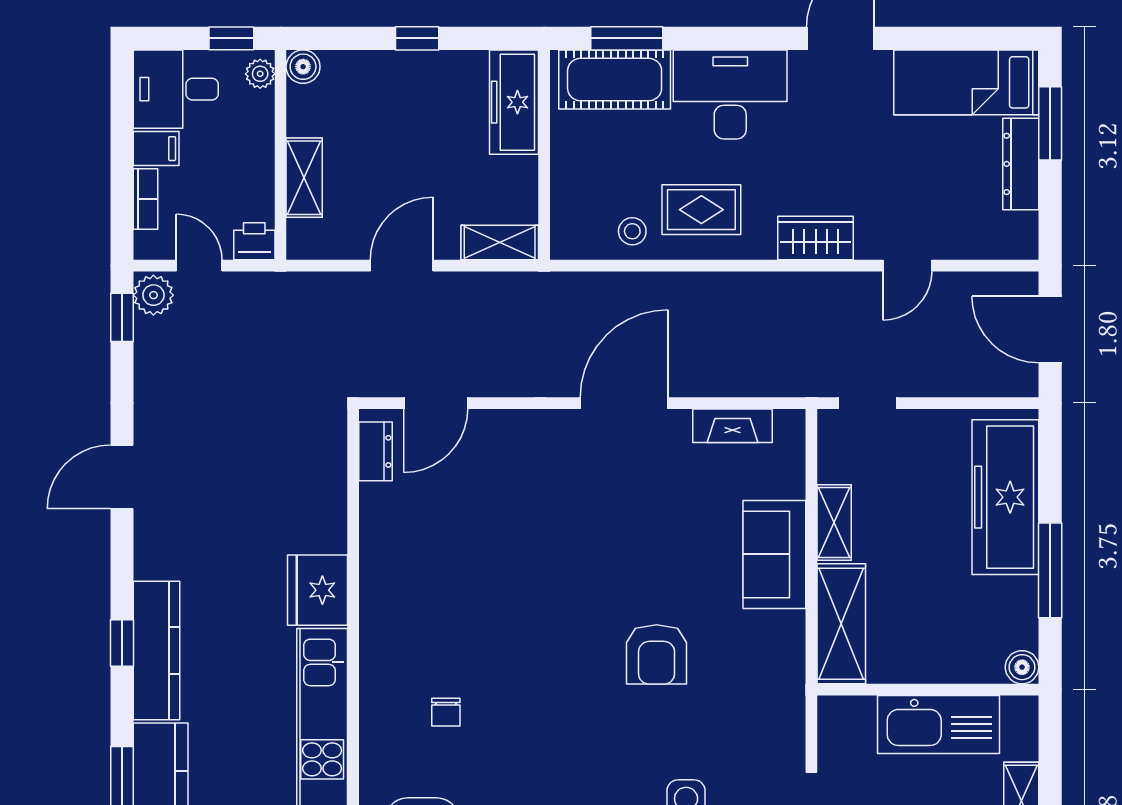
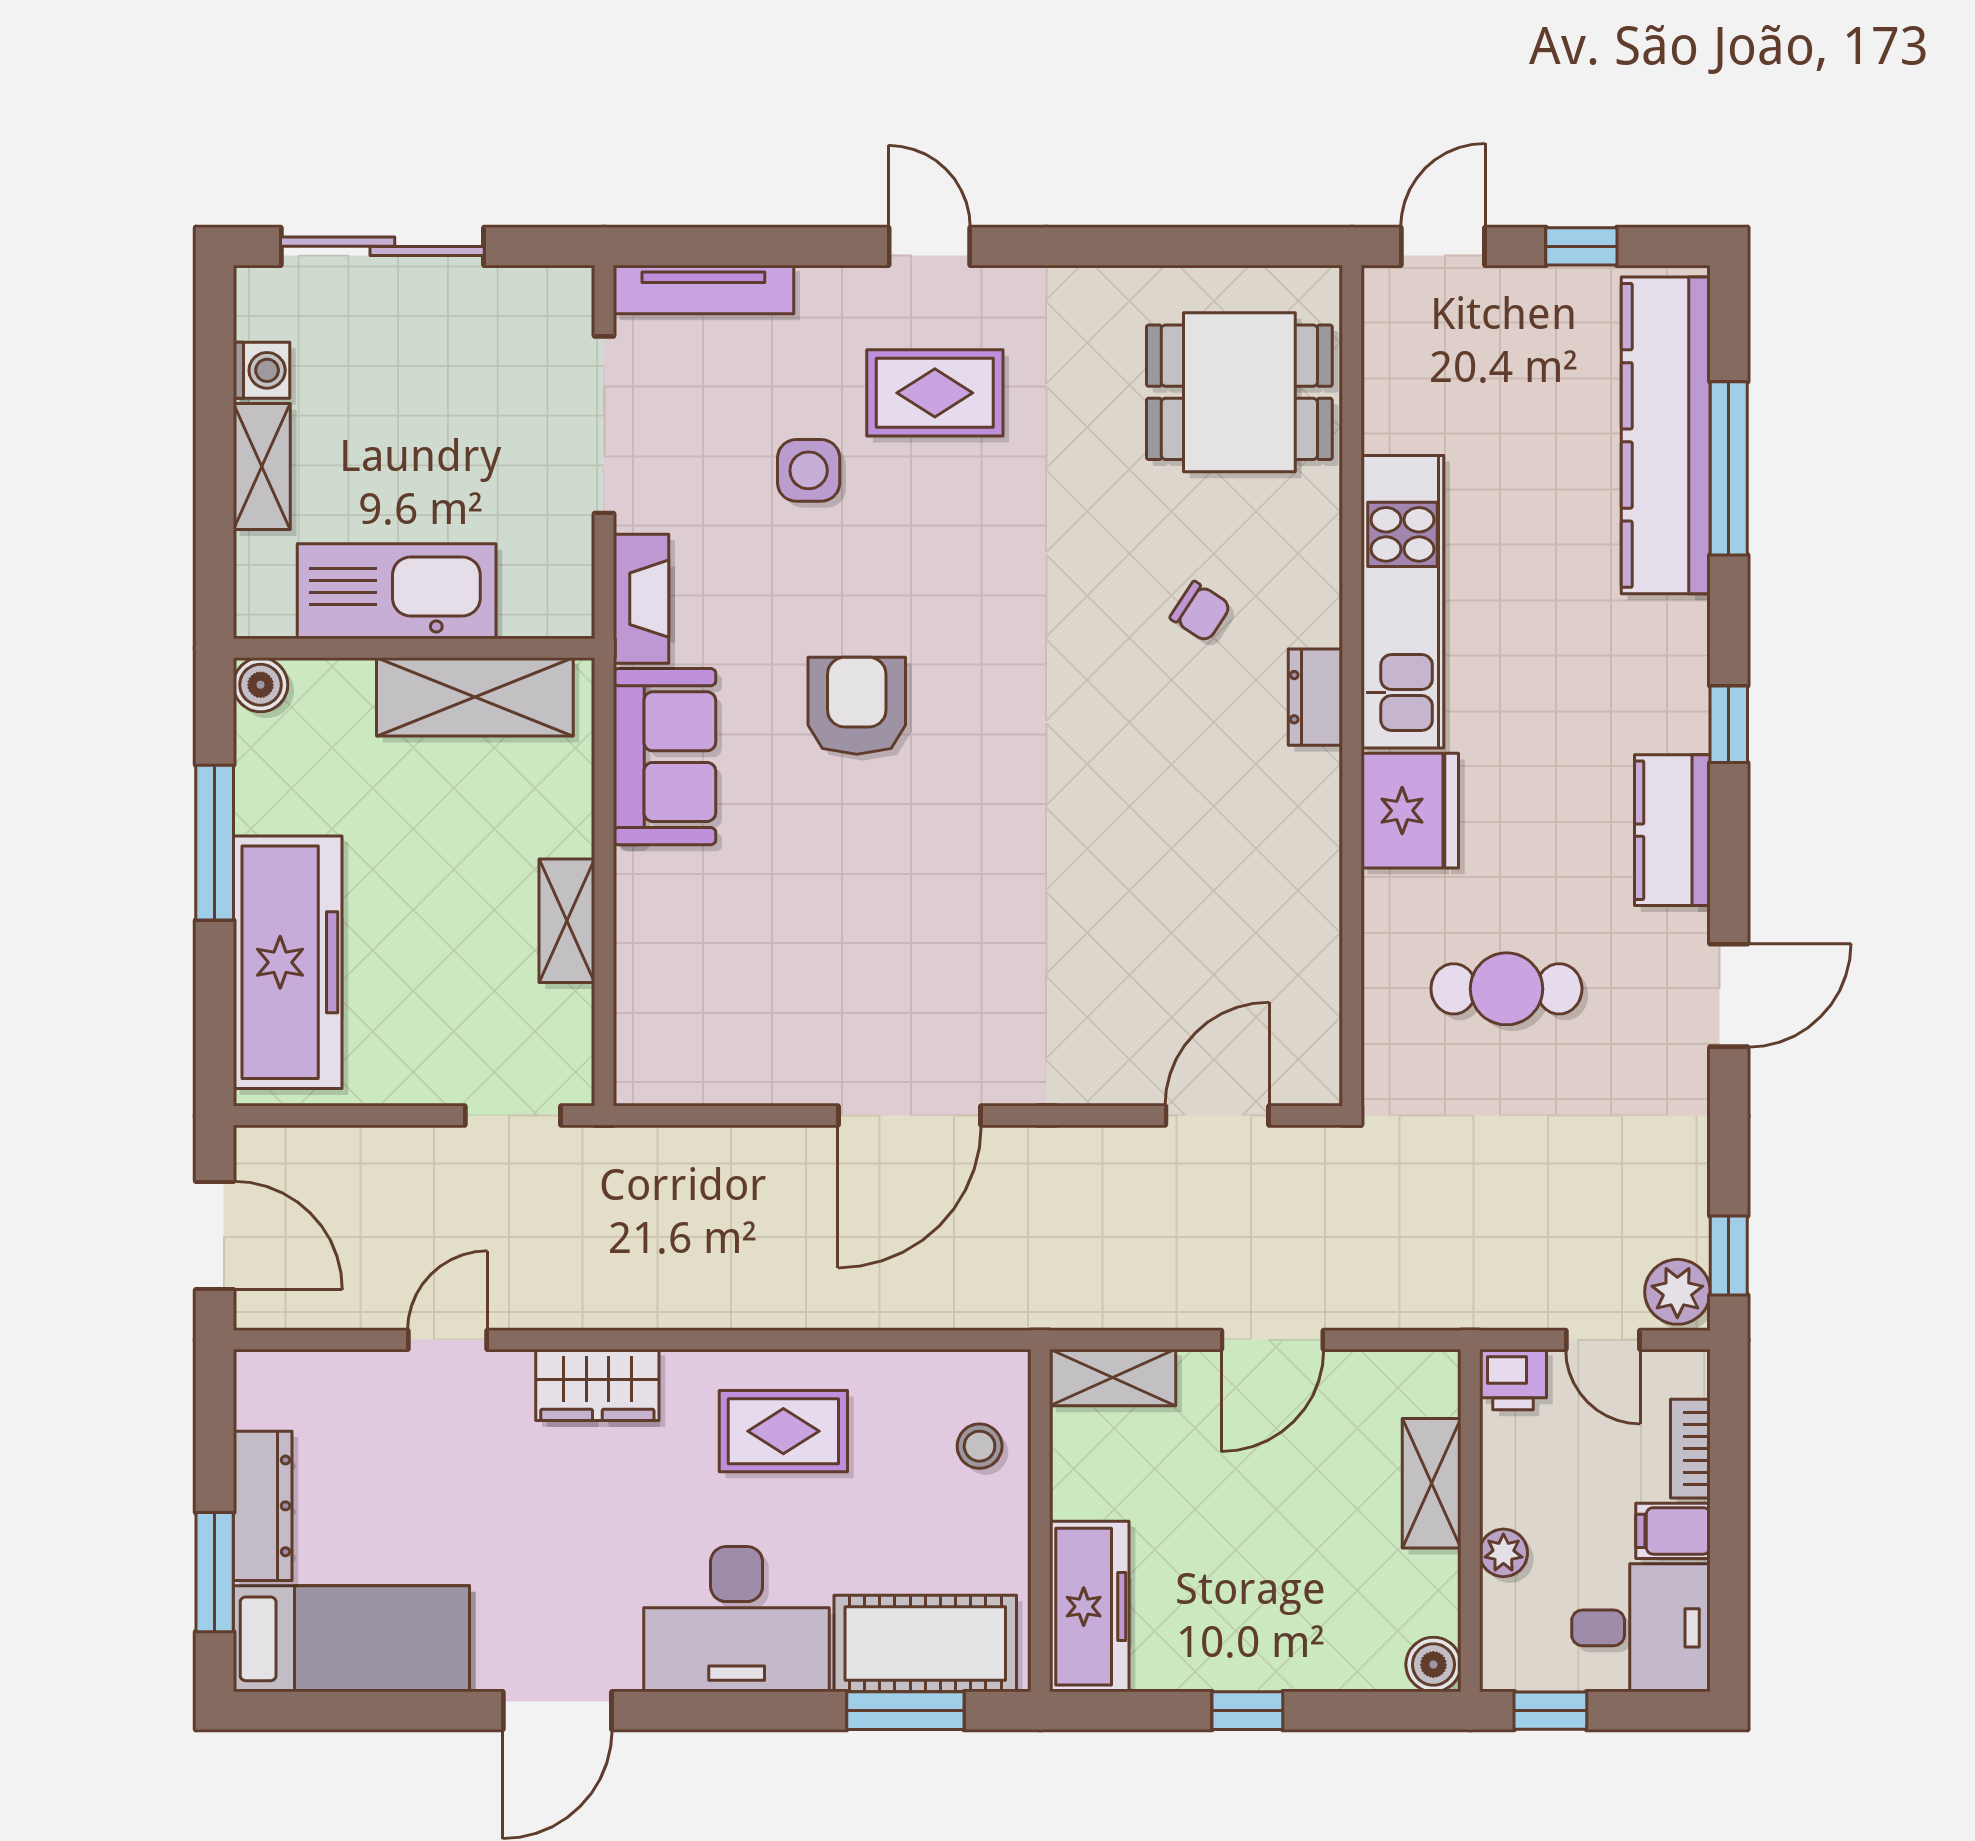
plant: (260, 74) -> (1503, 1553), moved
stool: (632, 231) -> (980, 1446), moved
fireplace: (732, 426) -> (641, 599), moved, turned 90
dresser: (375, 451) -> (1315, 697), moved
cafe table: (258, 481) -> (1506, 989), added
sofa: (774, 554) -> (665, 757), moved
shelving: (841, 624) -> (475, 697), moved, turned 90
kitchen counter: (157, 651) -> (1672, 830), moved, width x0.67
chair: (446, 712) -> (1200, 612), turned 123

